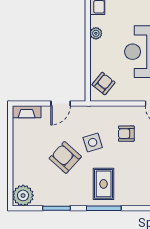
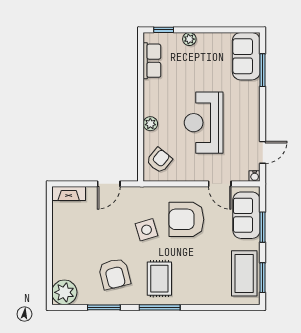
plant: (96, 33) -> (150, 124), moved
armchair: (126, 134) -> (186, 219), width x1.88, depth x1.88
armchair: (65, 157) -> (114, 274), moved, turned -146

